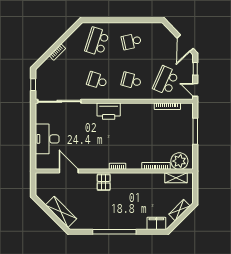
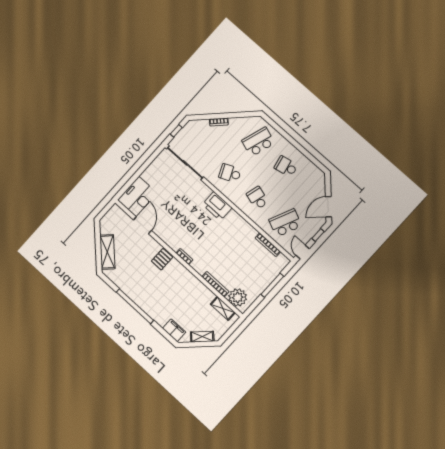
school desk: (97, 81) -> (230, 173), turned -42
desk: (47, 139) -> (137, 196), moved

